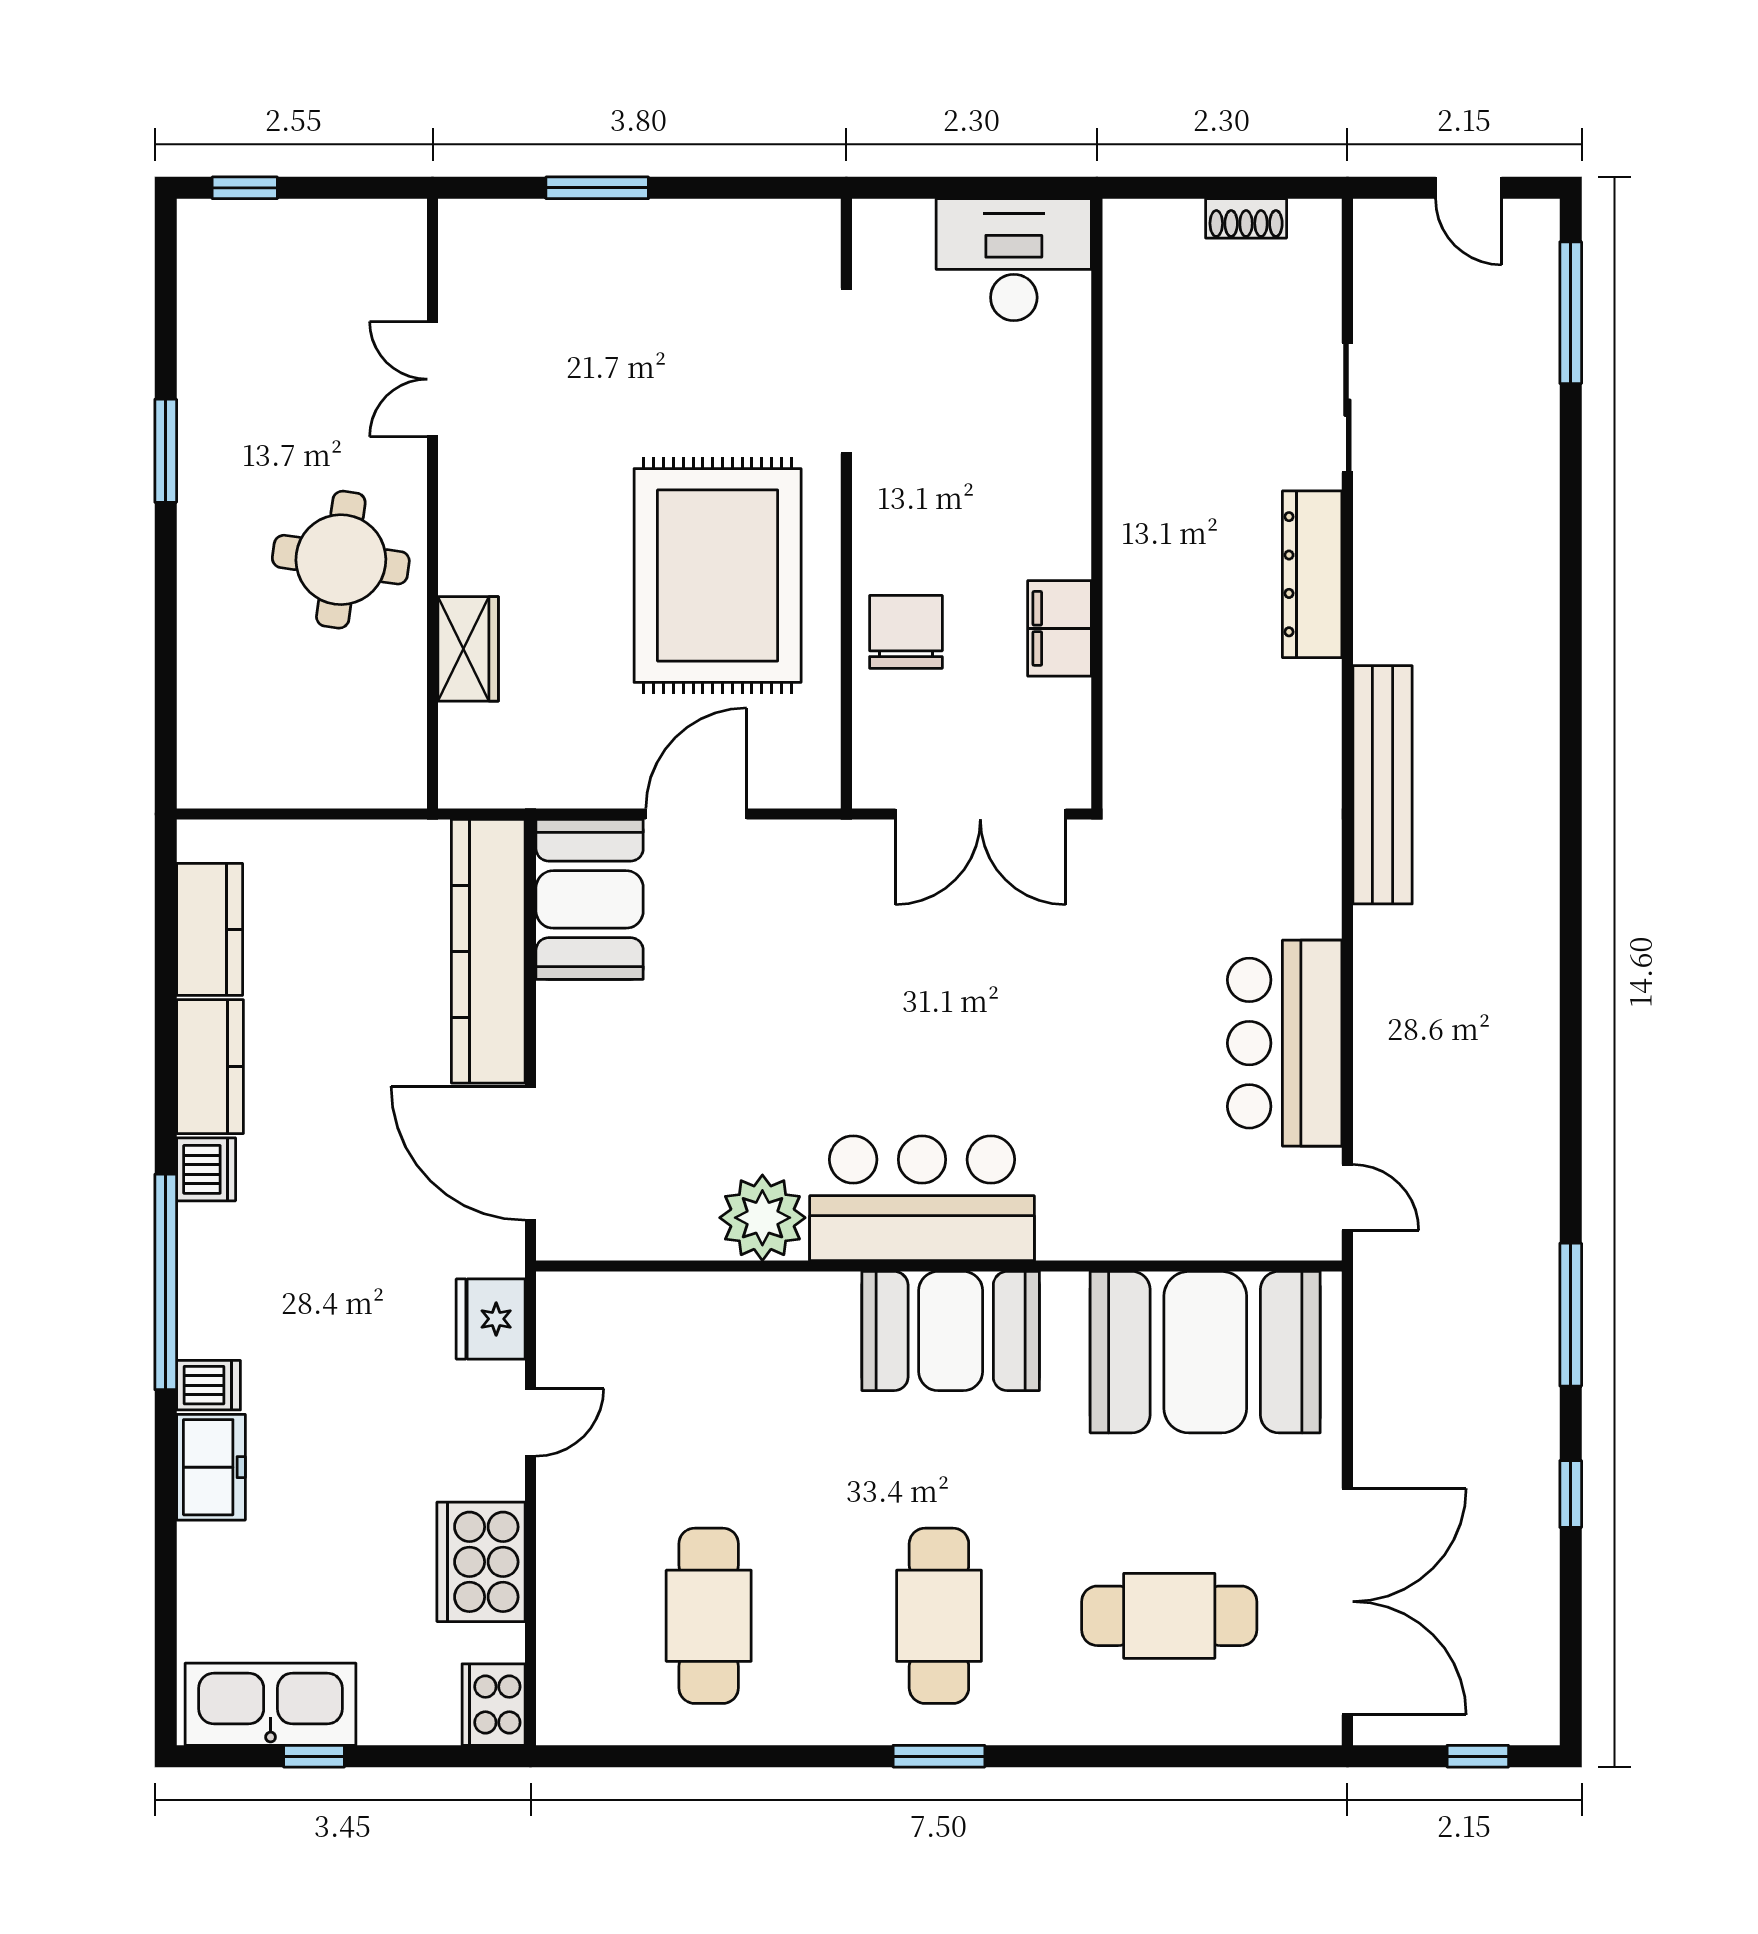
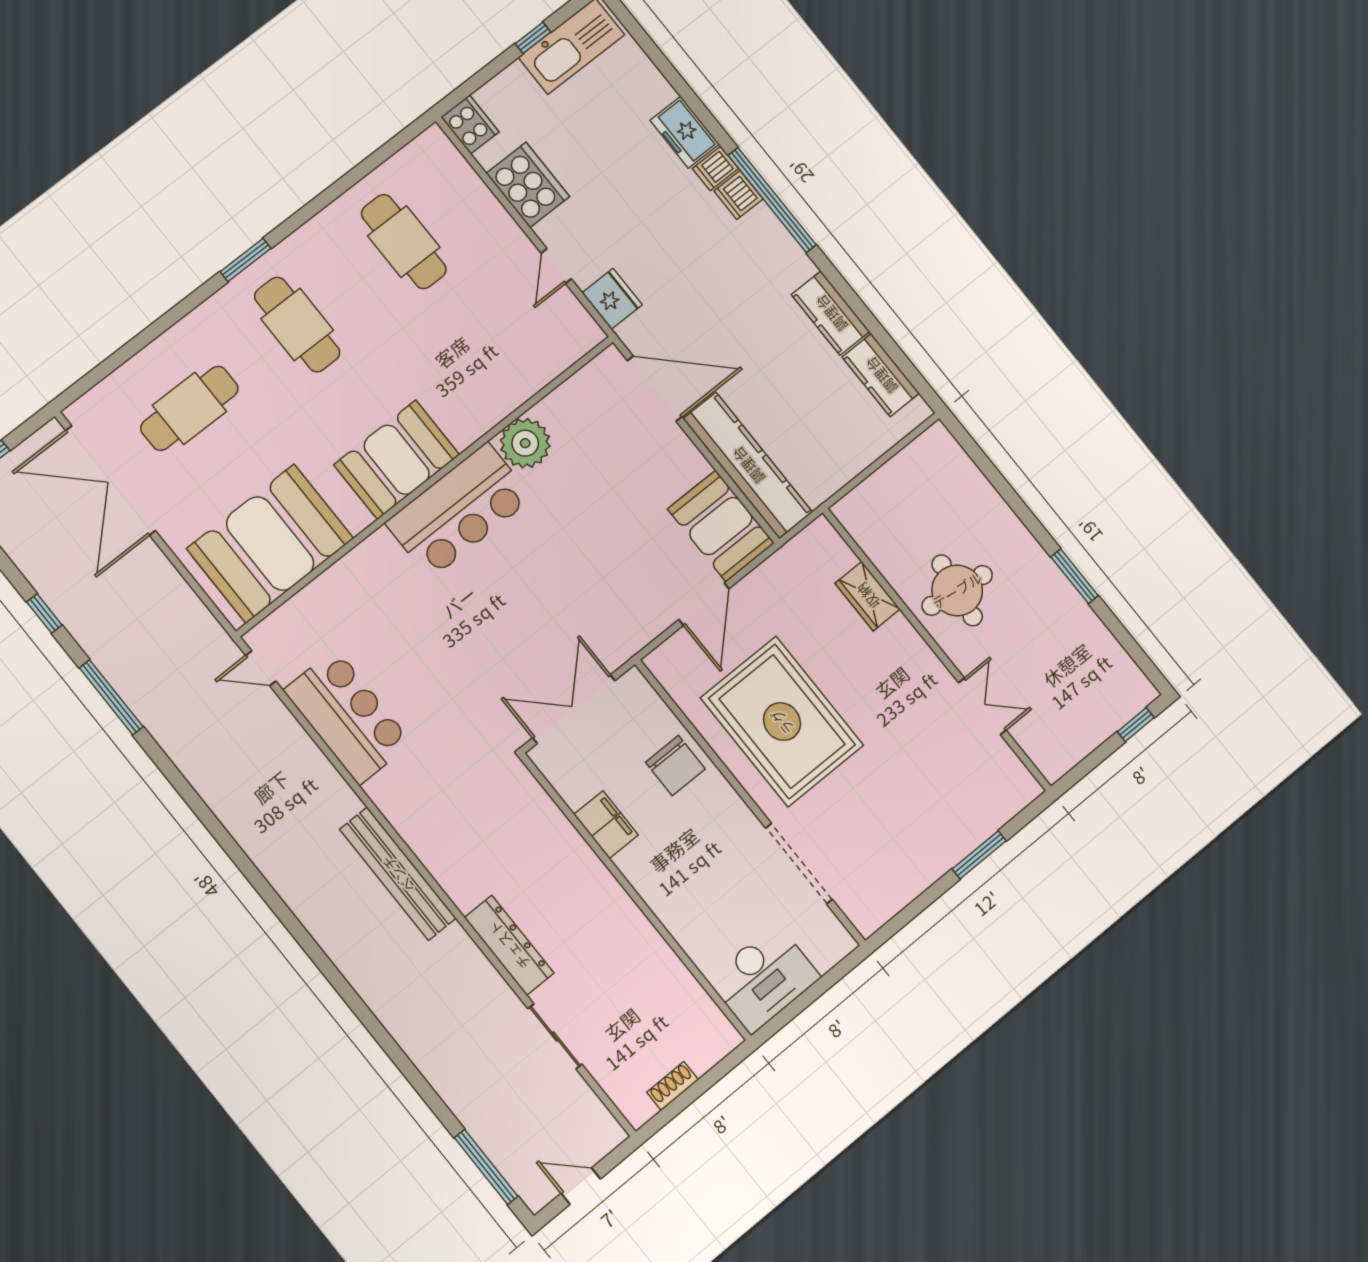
dishwasher: (206, 1169) -> (738, 195), moved

